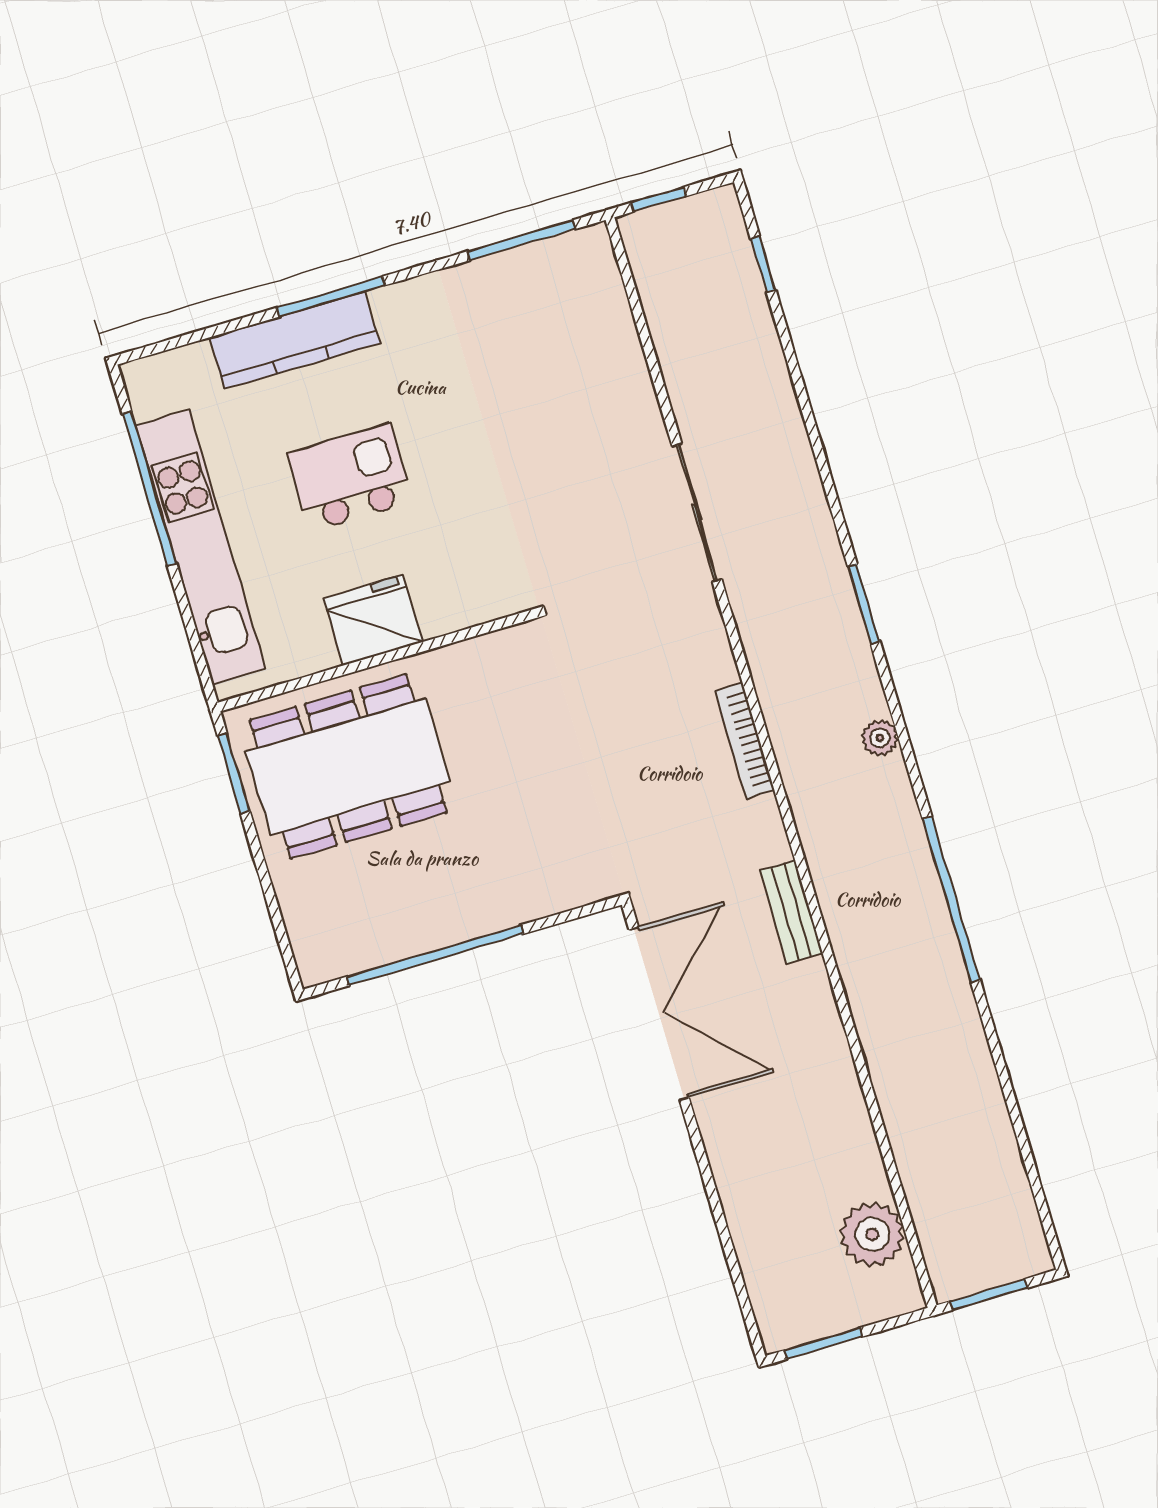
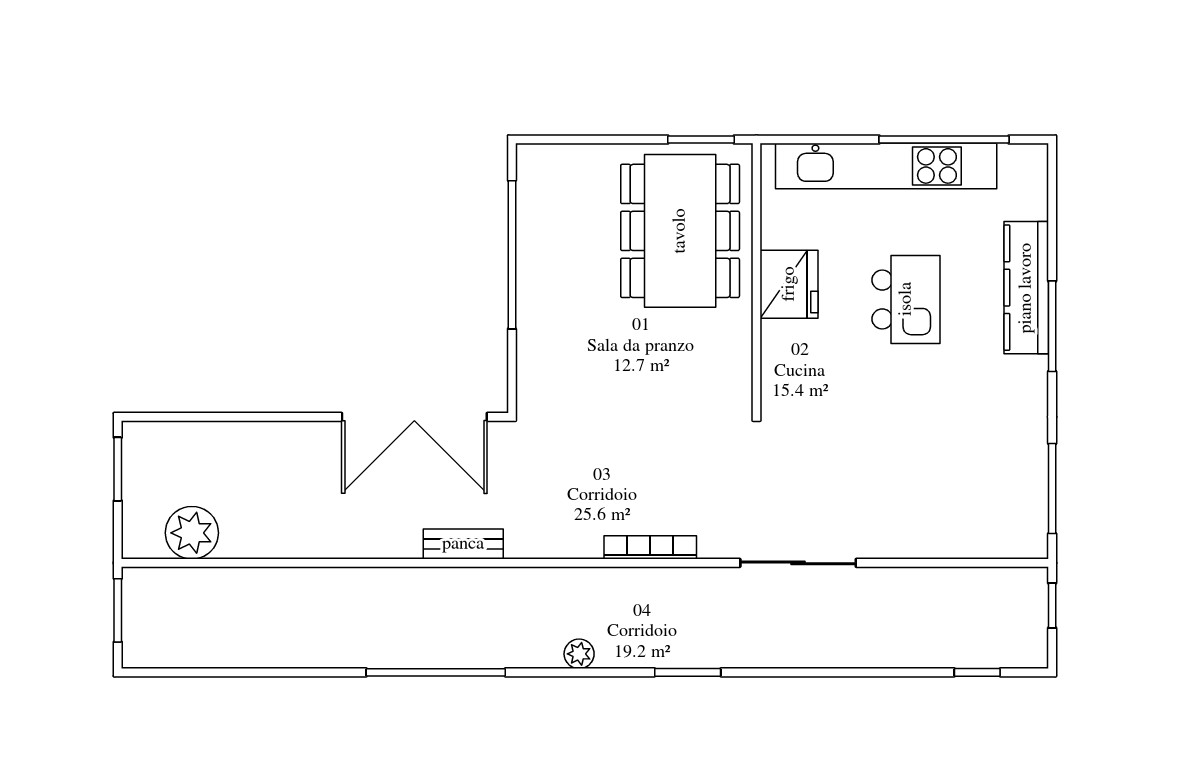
bookcase: (745, 741) -> (650, 547), moved

